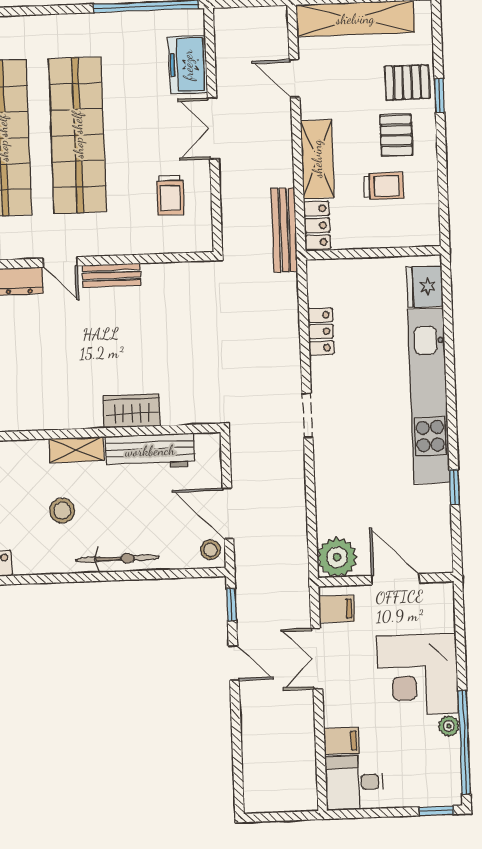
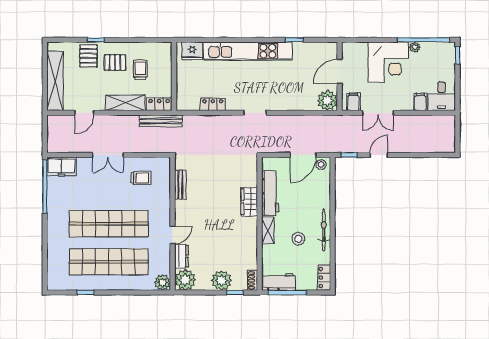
freezer: (188, 65) -> (62, 167), moved
bench: (111, 275) -> (180, 185), moved
bicycle: (117, 559) -> (324, 230), moved

